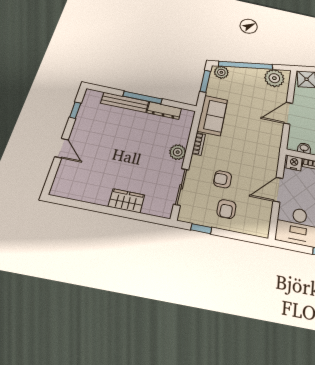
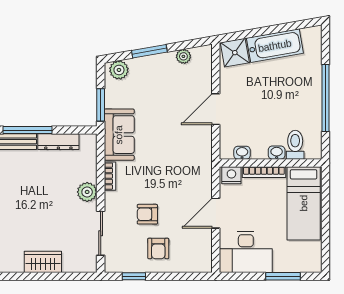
window: (246, 65) -> (149, 51), width x0.47
plant: (274, 78) -> (183, 56), width x0.53, depth x0.53
window: (205, 81) -> (101, 105), moved

